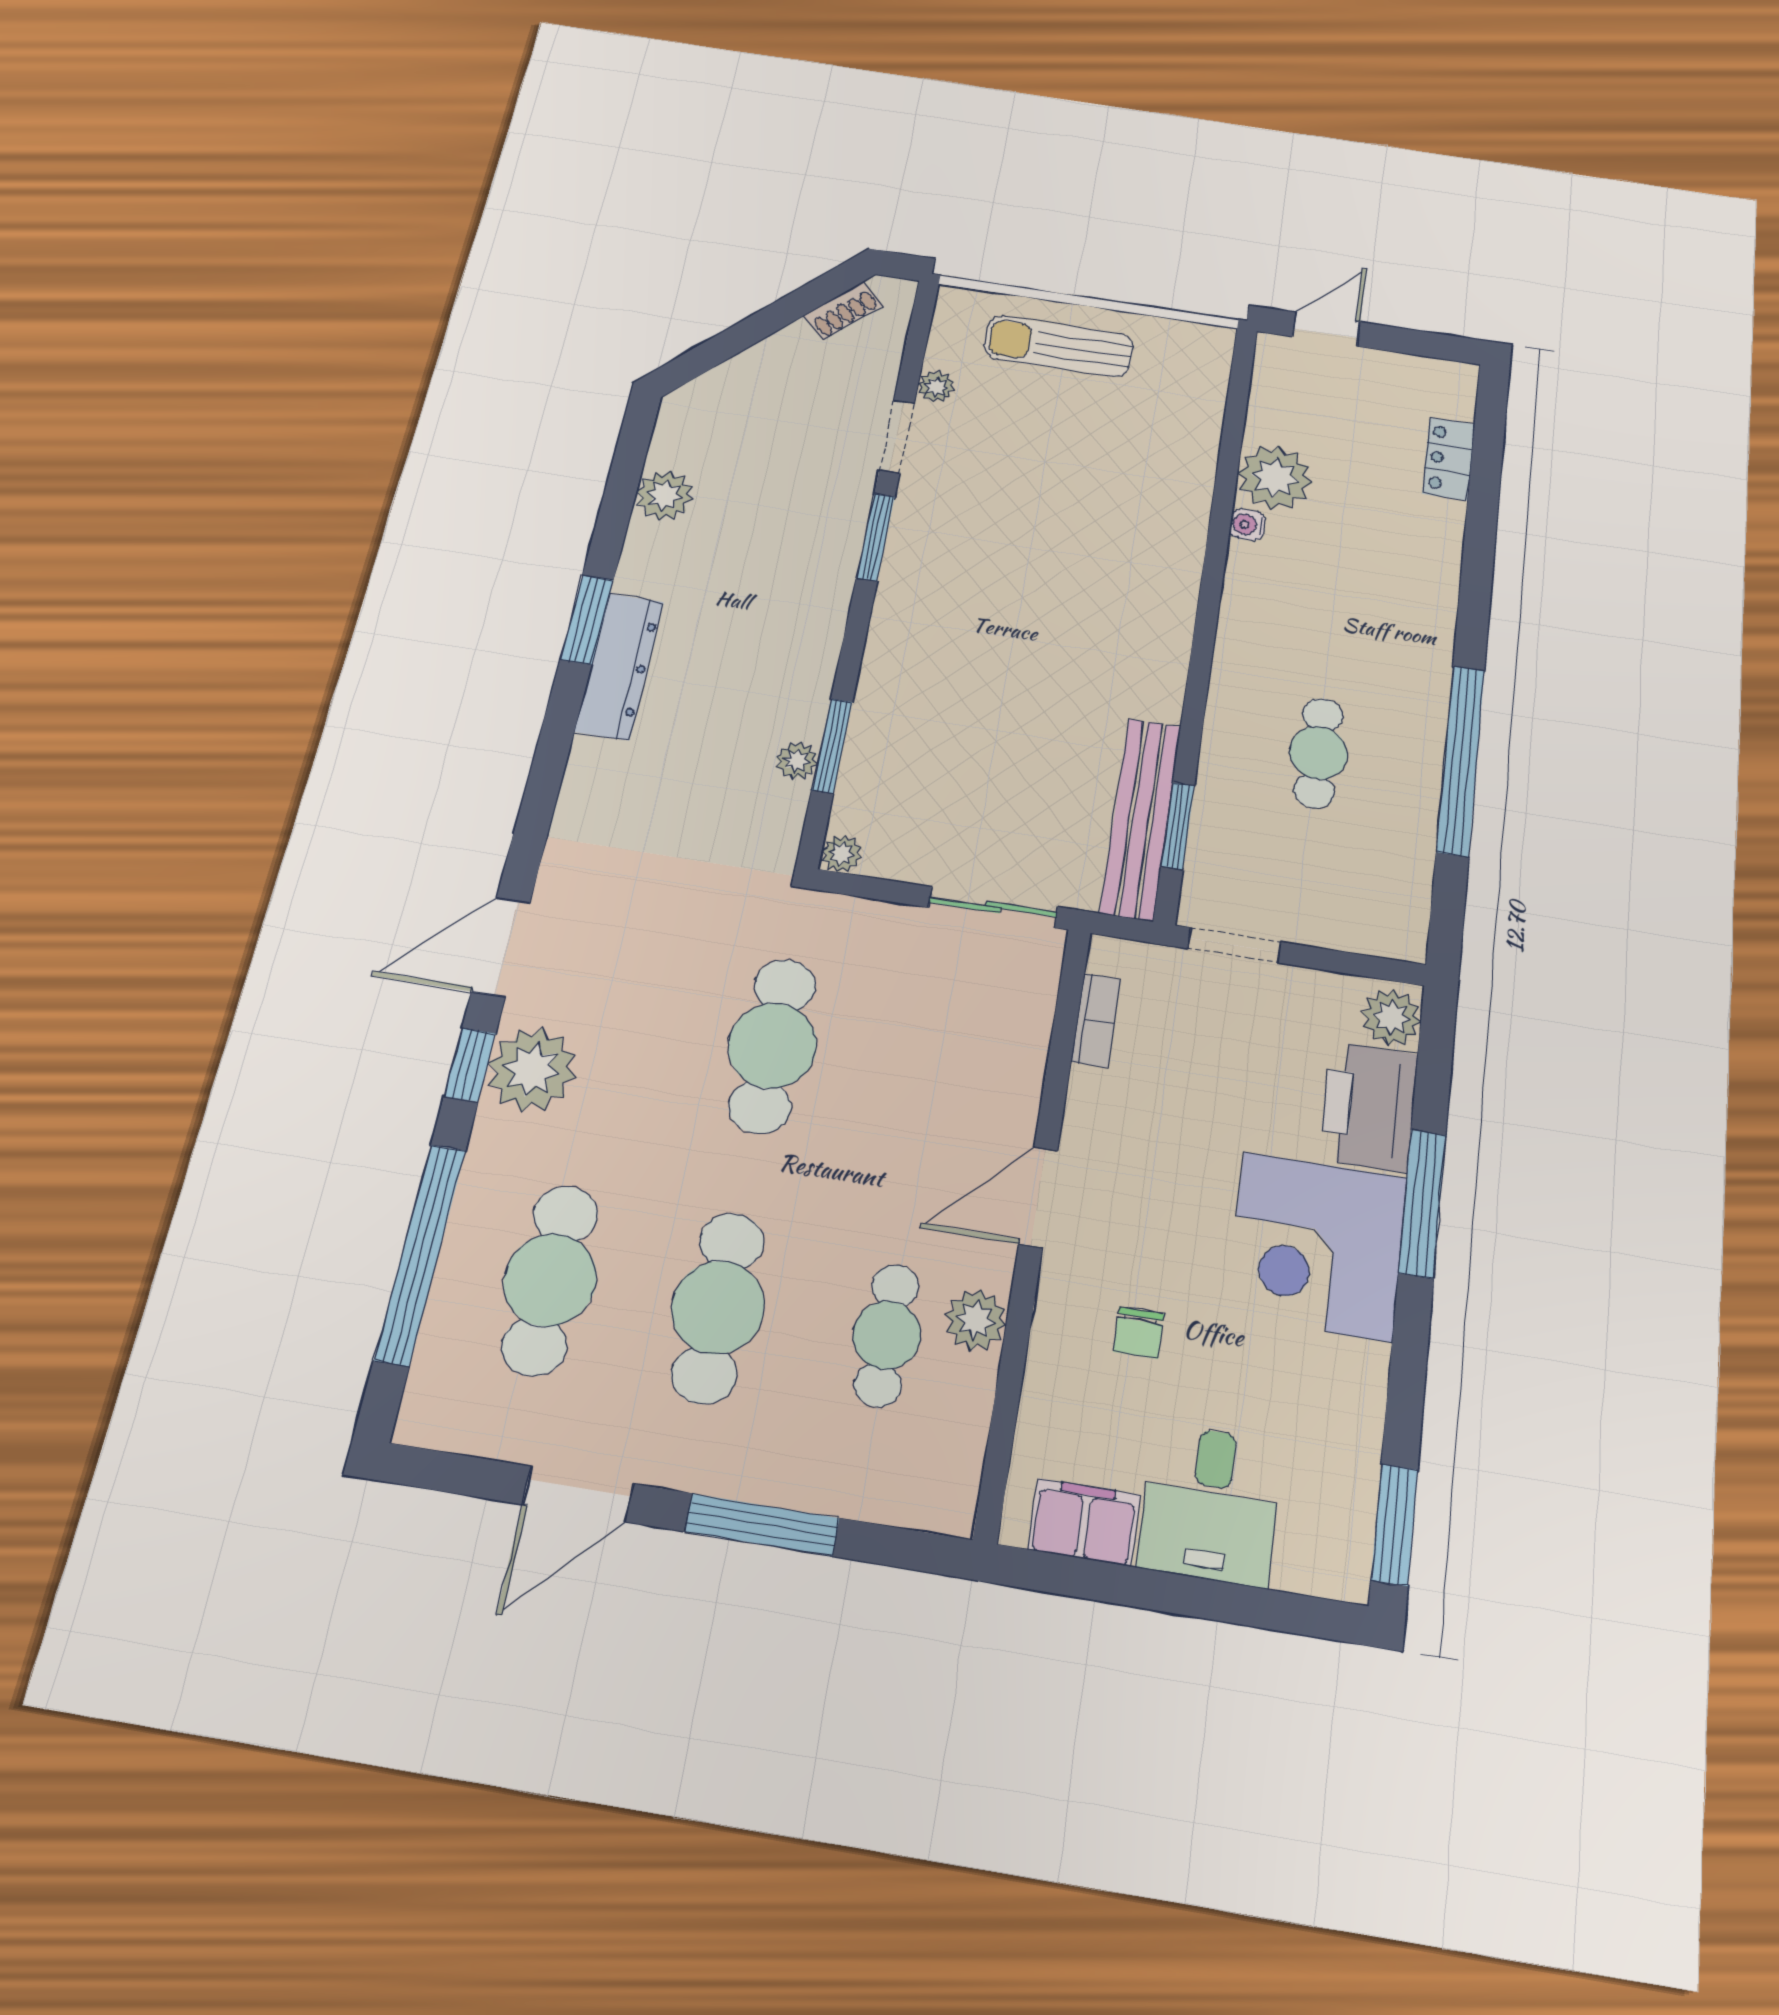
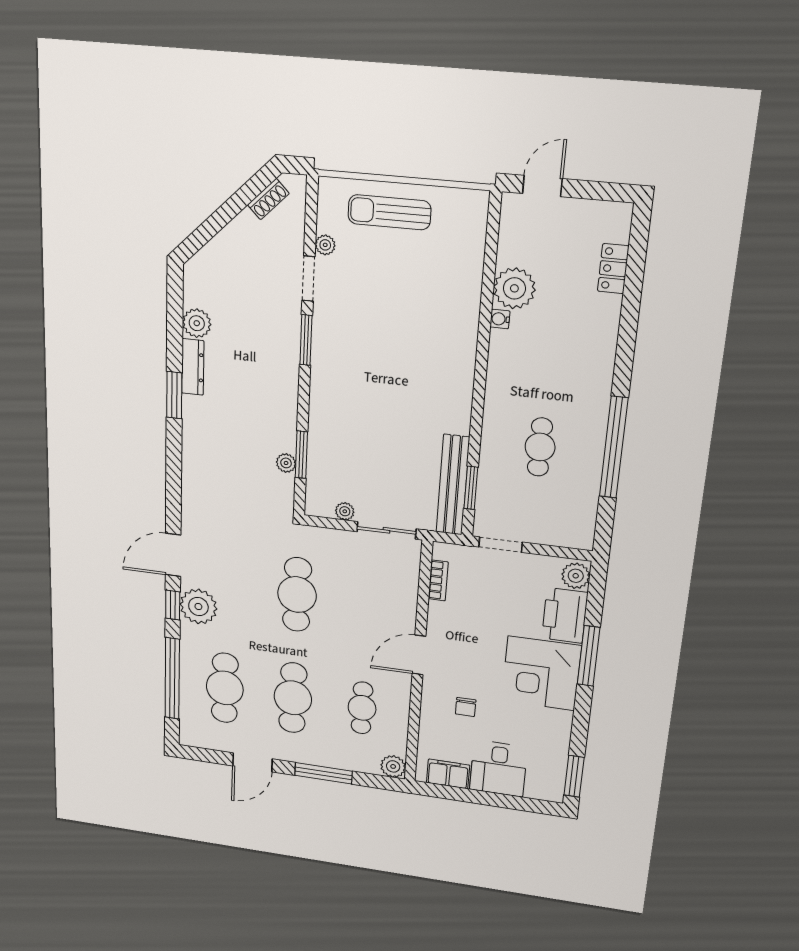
dresser: (619, 666) -> (193, 367), moved, width x0.73, depth x0.80
plant: (841, 854) -> (345, 511), moved
plant: (976, 1320) -> (393, 766), moved

